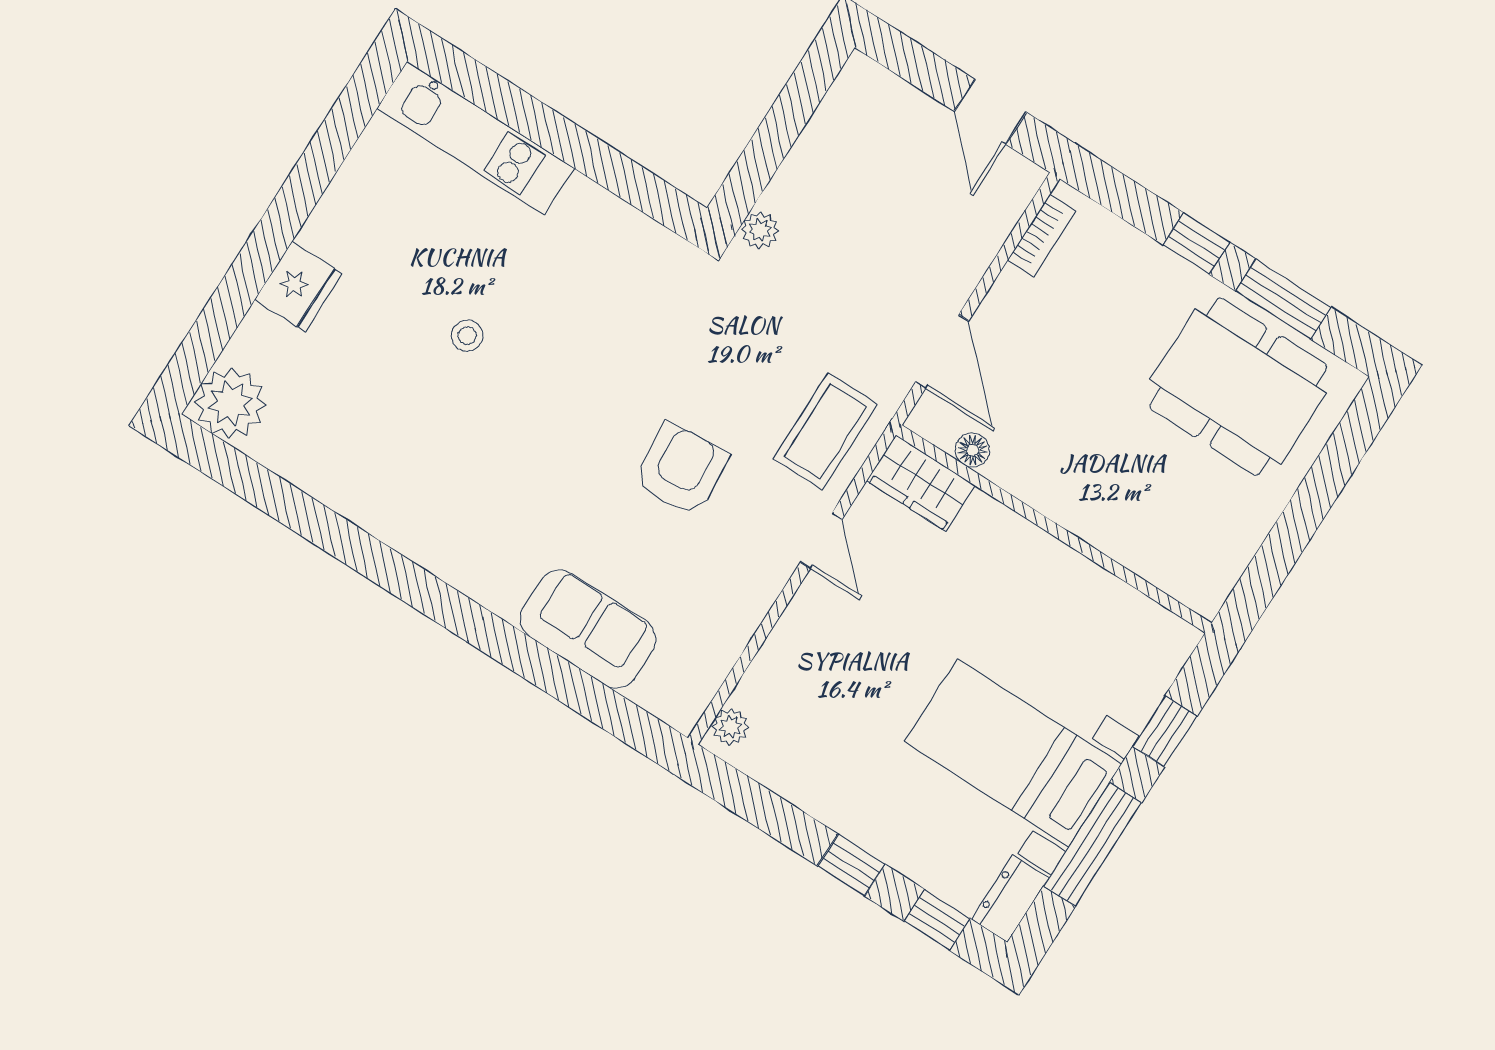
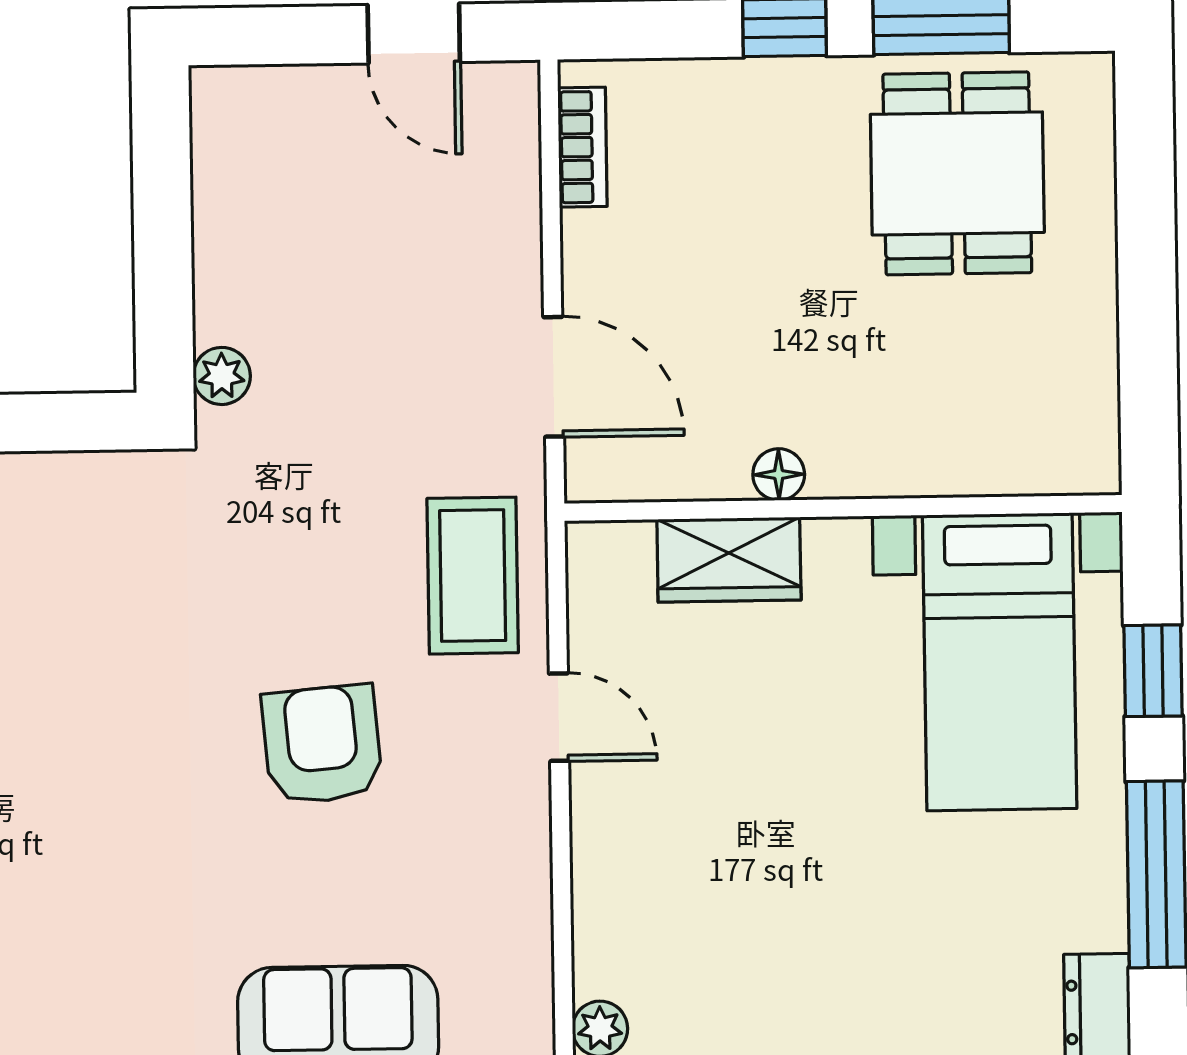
dining table: (1238, 387) -> (957, 173), width x0.73
floor lamp: (972, 450) -> (779, 474), moved
wardrobe: (921, 483) -> (729, 560), moved
bed with nightstands: (1013, 753) -> (1000, 662), moved, turned -90

